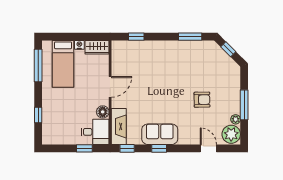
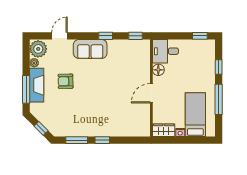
window: (136, 37) -> (102, 140), moved
window: (38, 66) -> (219, 99), moved
window: (244, 105) -> (26, 89), moved
fireplace: (119, 126) -> (37, 85), moved, turned 180
sofa: (160, 134) -> (90, 49), moved
window: (84, 148) -> (200, 36), moved
door: (208, 148) -> (59, 36), swing flipped

